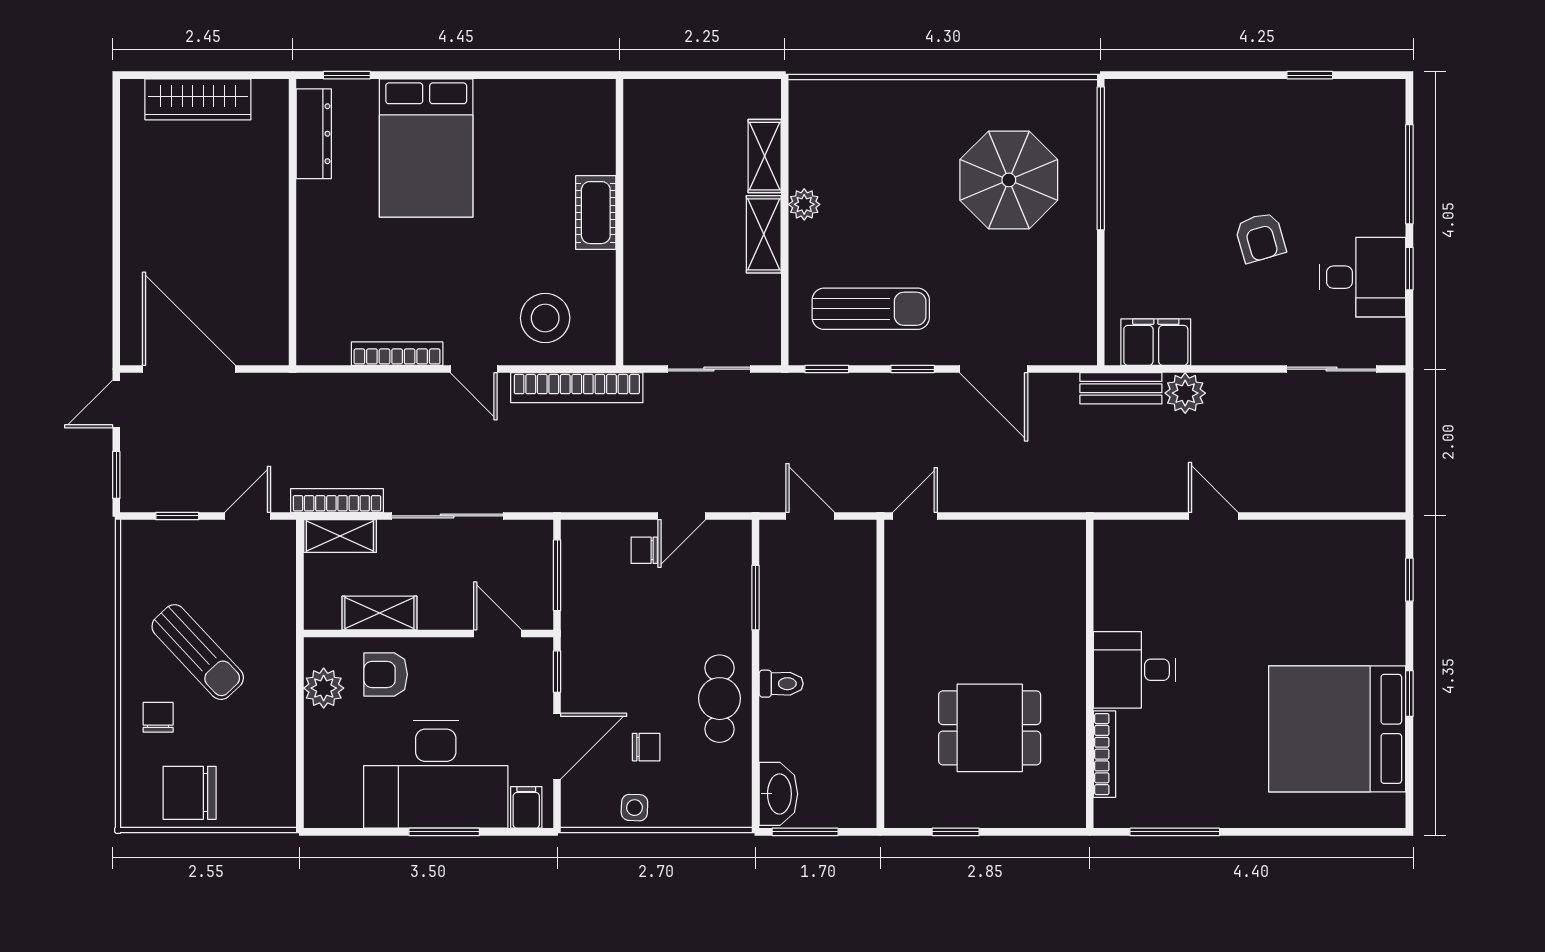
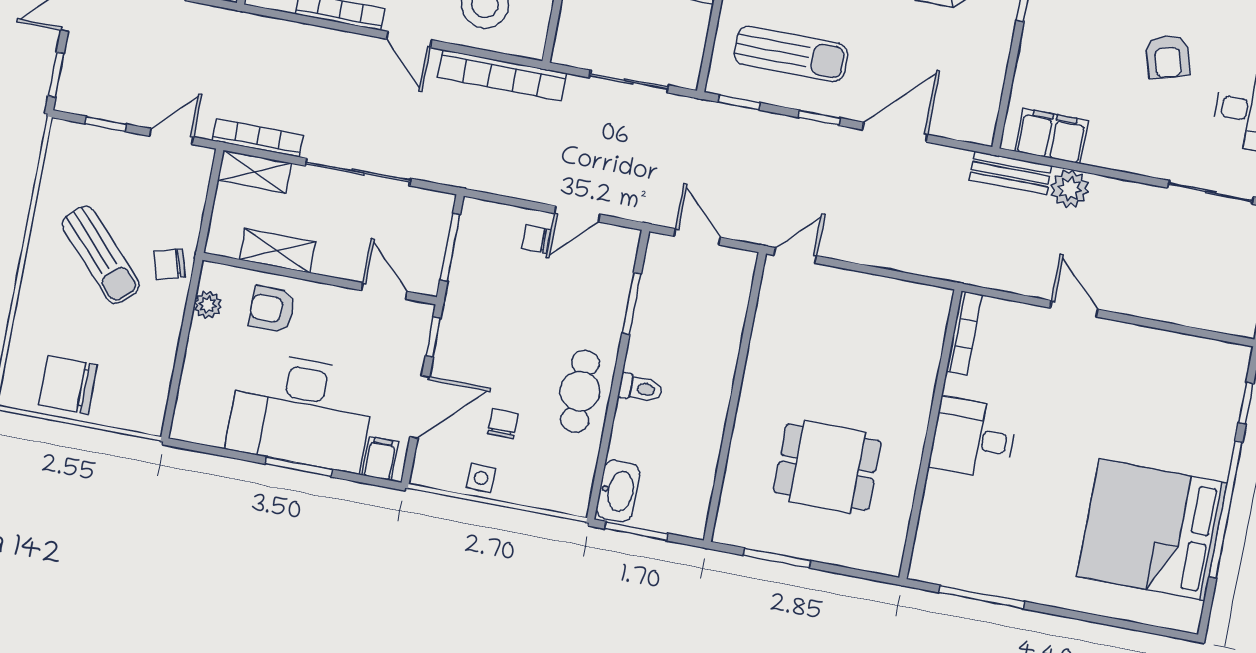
door: (994, 369) -> (895, 132), swing flipped
plant: (324, 688) -> (208, 305), width x0.73, depth x0.73
window: (1409, 693) -> (1226, 510), width x3.17
chair: (158, 717) -> (169, 264), moved, turned -106
chair: (646, 747) -> (503, 424), turned -90
bookcase: (1104, 754) -> (964, 333), moved
window: (956, 832) -> (777, 558), width x1.50

